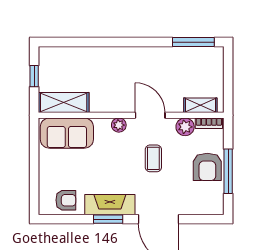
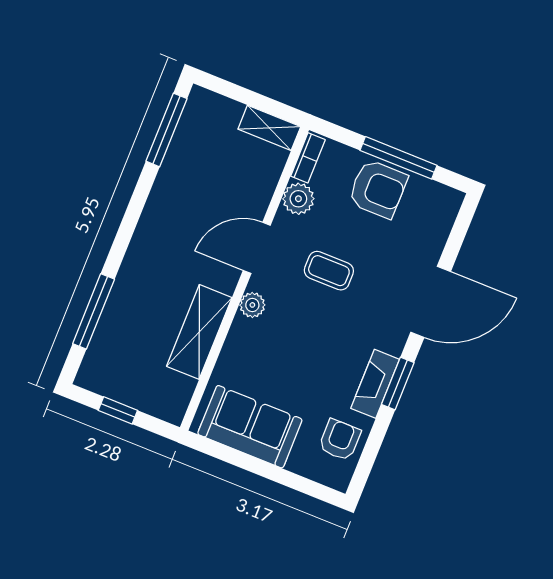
window: (81, 42) -> (94, 311), added
shelving: (64, 103) -> (199, 332), moved
shelving: (200, 105) -> (269, 128), moved, turned 90
sofa: (67, 133) -> (250, 427), moved, turned -90
fireplace: (110, 205) -> (375, 384), width x0.73, depth x0.76

